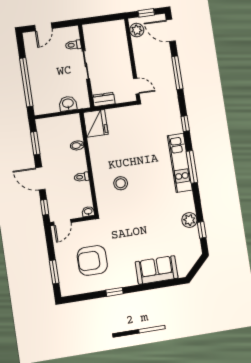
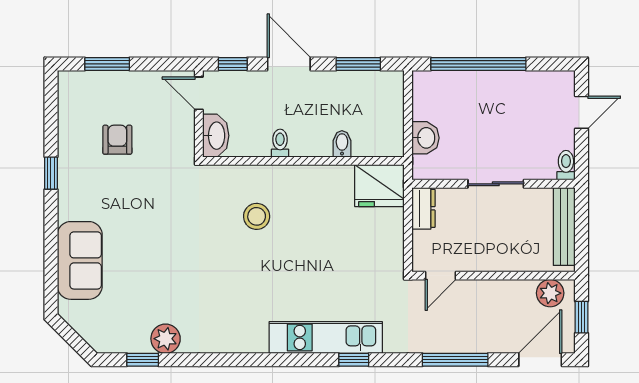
door: (43, 27) -> (581, 112), swing flipped
bench: (102, 28) -> (564, 227), added
toilet: (73, 45) -> (566, 165), moved
kitchen unit: (180, 163) -> (326, 337), moved
window: (192, 167) -> (267, 360), removed
door: (40, 178) -> (289, 64), hinge flipped
washbasin: (88, 212) -> (216, 136), width x1.91, depth x1.45
armchair: (92, 260) -> (117, 140), width x0.53, depth x0.53

